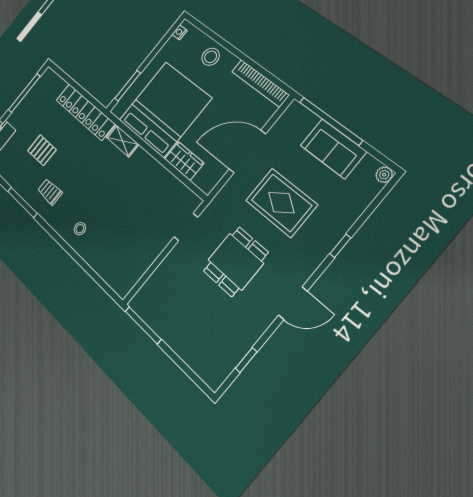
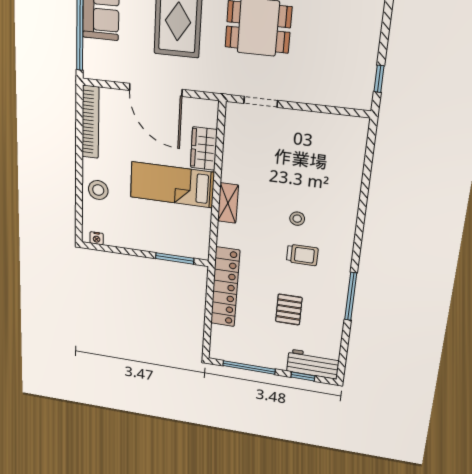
bed: (165, 109) -> (172, 185), width x0.49
shelving: (122, 141) -> (228, 203), moved
trolley: (50, 192) -> (302, 255), moved, turned -90
stool: (80, 229) -> (297, 219), moved
window: (143, 325) -> (379, 79), width x0.46

